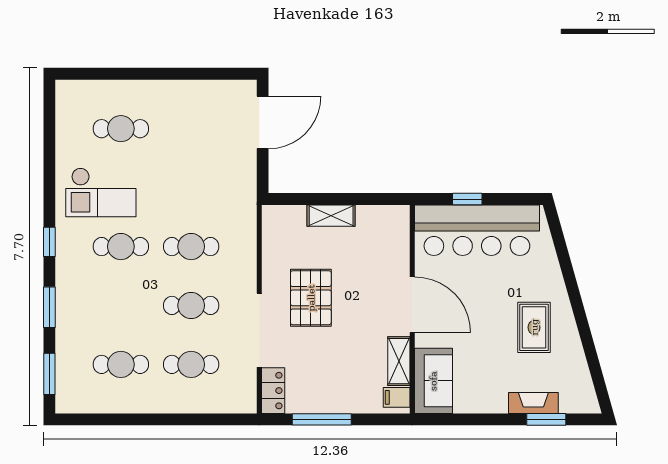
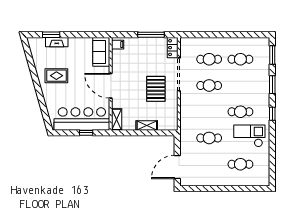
cafe table: (191, 247) -> (209, 138), moved
rug: (534, 327) -> (56, 76), turned 90
shelving: (399, 361) -> (117, 119), moved

